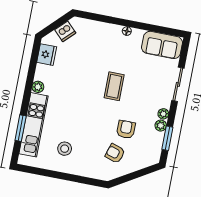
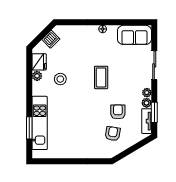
plant: (38, 87) -> (37, 76), moved
tv unit: (157, 146) -> (147, 121), added
stool: (65, 149) -> (60, 79), moved
armchair: (115, 153) -> (113, 134), turned 81

